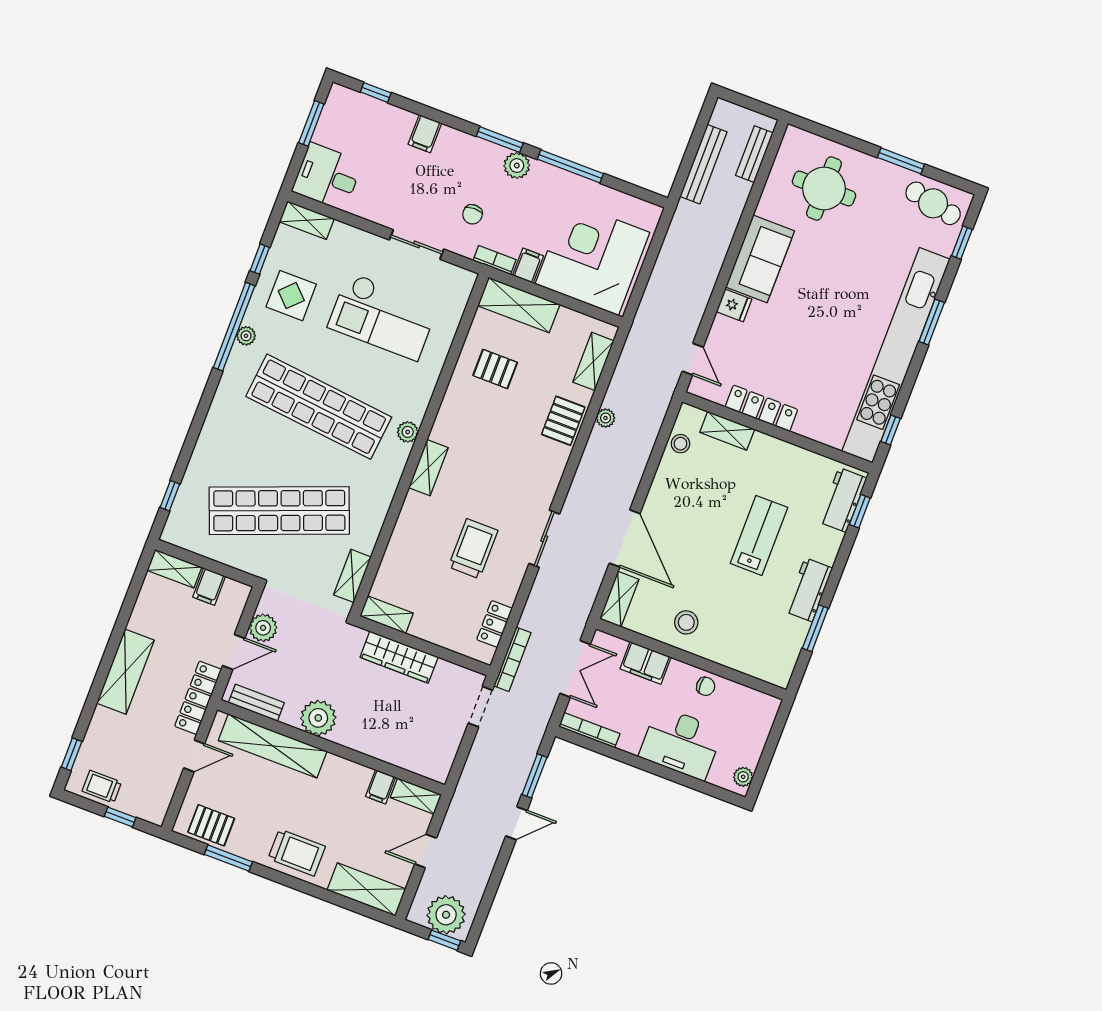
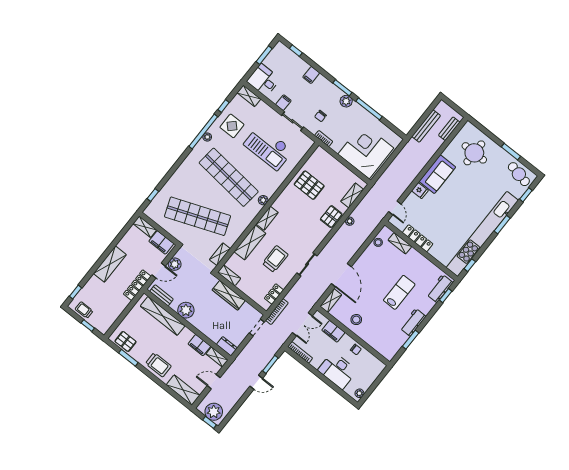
filing cabinet: (528, 266) -> (283, 103), moved
shelving: (519, 305) -> (250, 243), moved, turned 90
pallet: (495, 369) -> (309, 185), width x1.50, depth x1.42
filing cabinet: (209, 587) -> (161, 242), width x2.00
door: (194, 756) -> (128, 309), removed
dresser: (430, 767) -> (227, 346), added
filing cabinet: (381, 787) -> (199, 345), width x2.00

